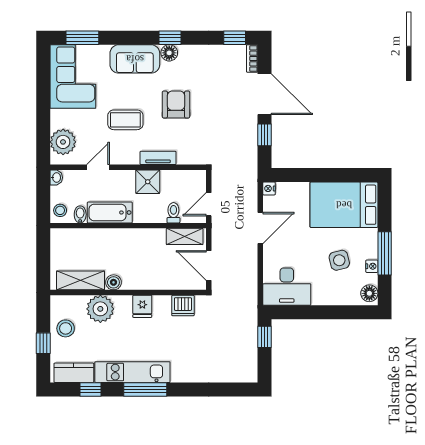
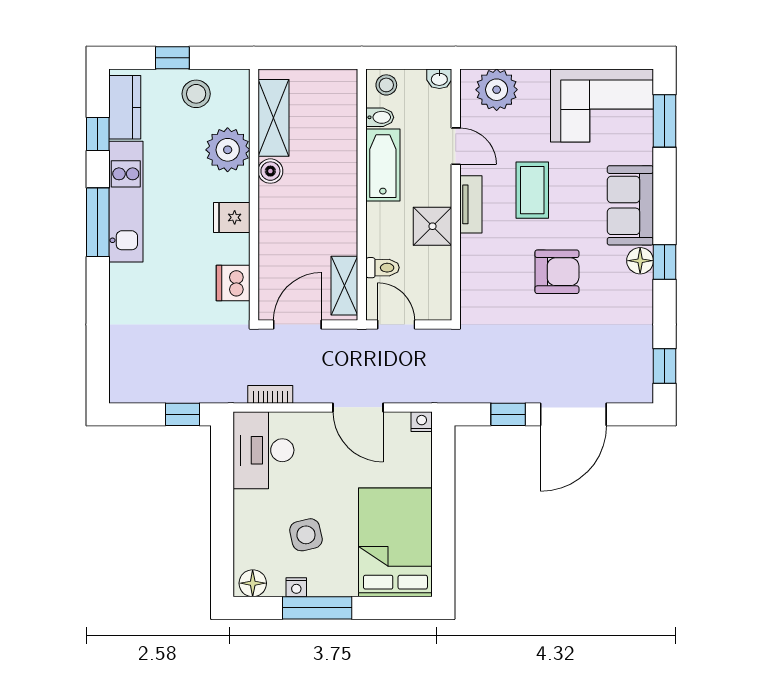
bookcase: (252, 59) -> (270, 394), moved
tv unit: (158, 158) -> (471, 204), moved

